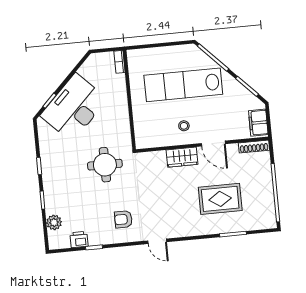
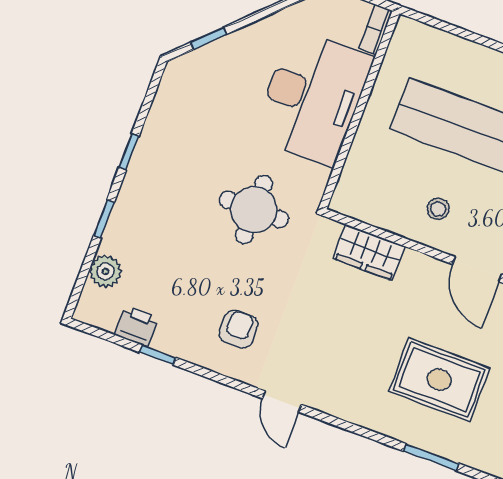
desk: (74, 107) -> (313, 97), moved, turned 135
wardrobe: (182, 157) -> (369, 252), moved
armchair: (123, 219) -> (239, 329), turned 90

